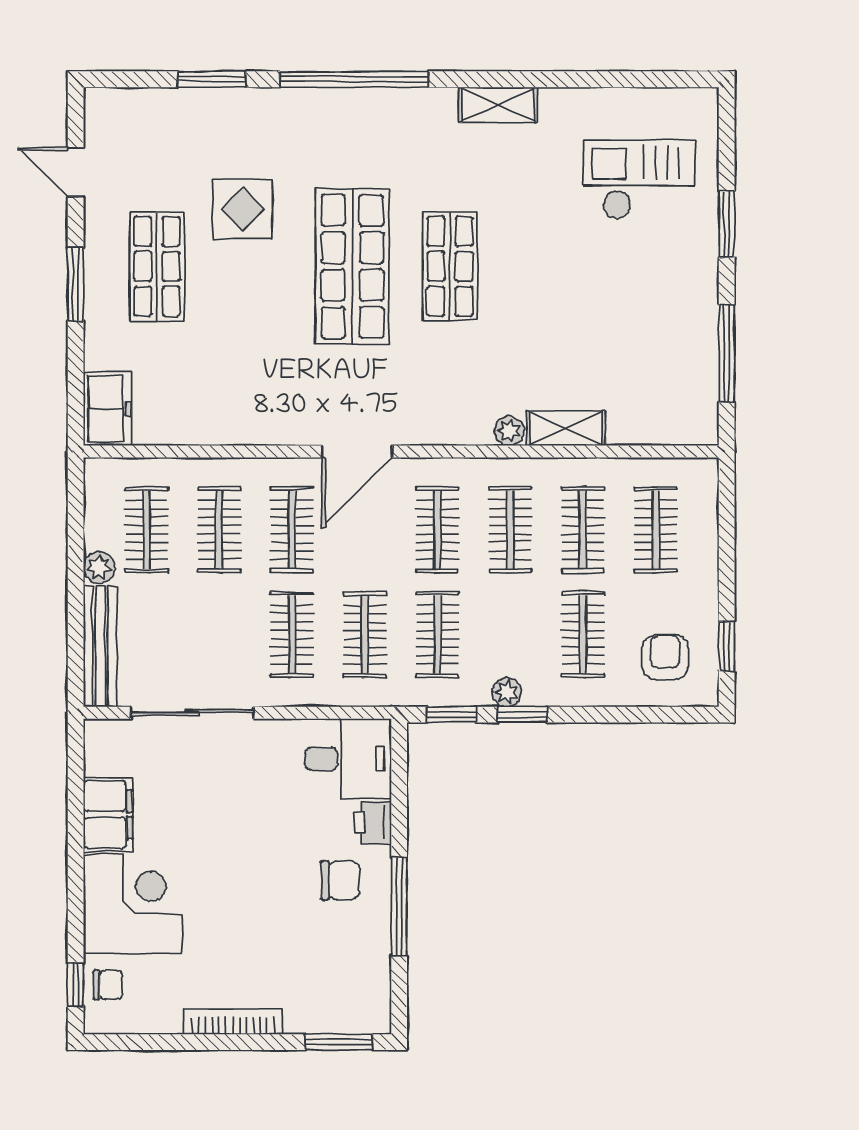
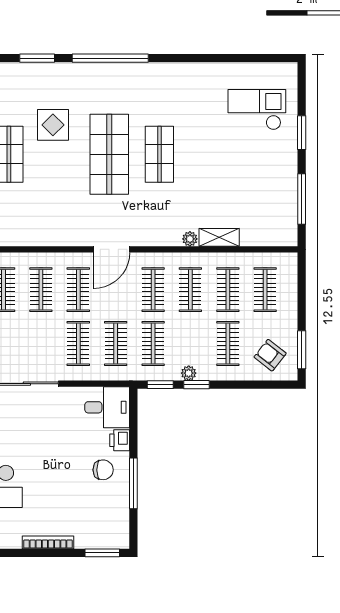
shelving: (498, 105) -> (184, 71), removed
window: (727, 647) -> (302, 350), width x1.50
armchair: (665, 657) -> (270, 355), turned -52

